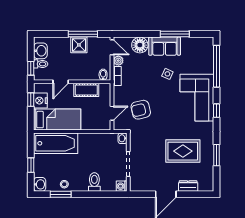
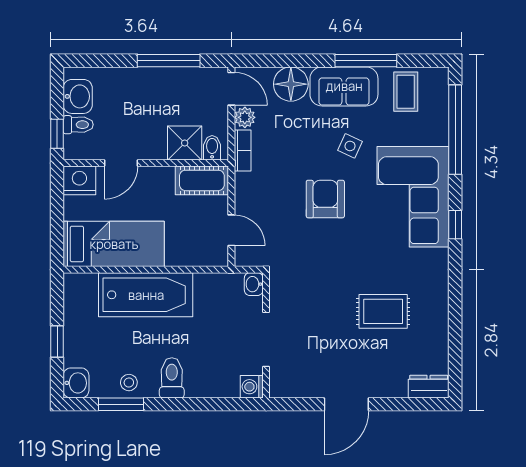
shower: (79, 45) -> (185, 143), moved
coffee table: (193, 49) -> (406, 92), added
cot: (86, 90) -> (202, 180), moved
window: (31, 100) -> (57, 201), removed
nightstand: (40, 101) -> (79, 180), moved, turned 90
armchair: (141, 110) -> (325, 199), moved, turned 103
door: (112, 113) -> (231, 230), hinge flipped
bathtub: (56, 143) -> (146, 295), moved
rug: (183, 151) -> (383, 311), width x0.73, depth x0.70
window: (216, 155) -> (455, 320), removed
toilet: (94, 182) -> (172, 378), moved
dresser: (188, 186) -> (429, 387), moved

